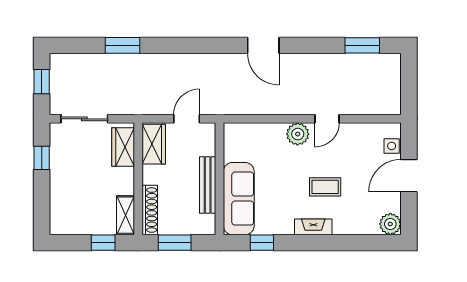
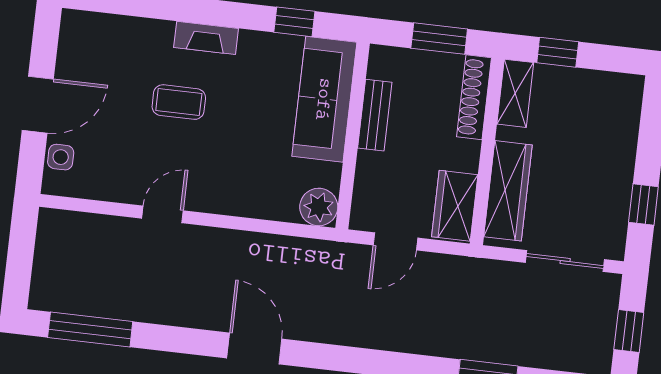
window: (362, 45) -> (90, 330), width x1.44
plant: (298, 134) -> (319, 207), moved
wardrobe: (123, 147) -> (508, 191), width x1.50
bench: (208, 185) -> (375, 115), width x0.73
plant: (390, 224) -> (78, 28), removed

